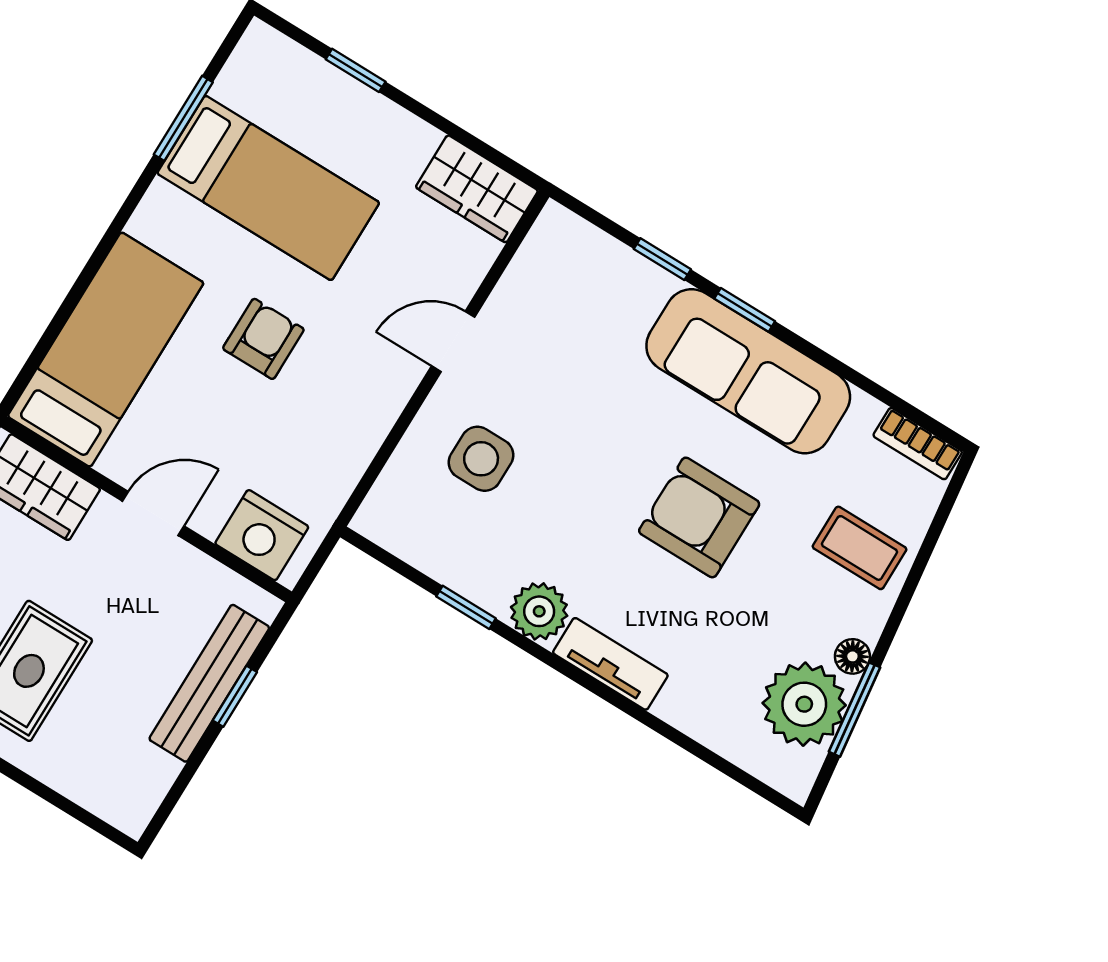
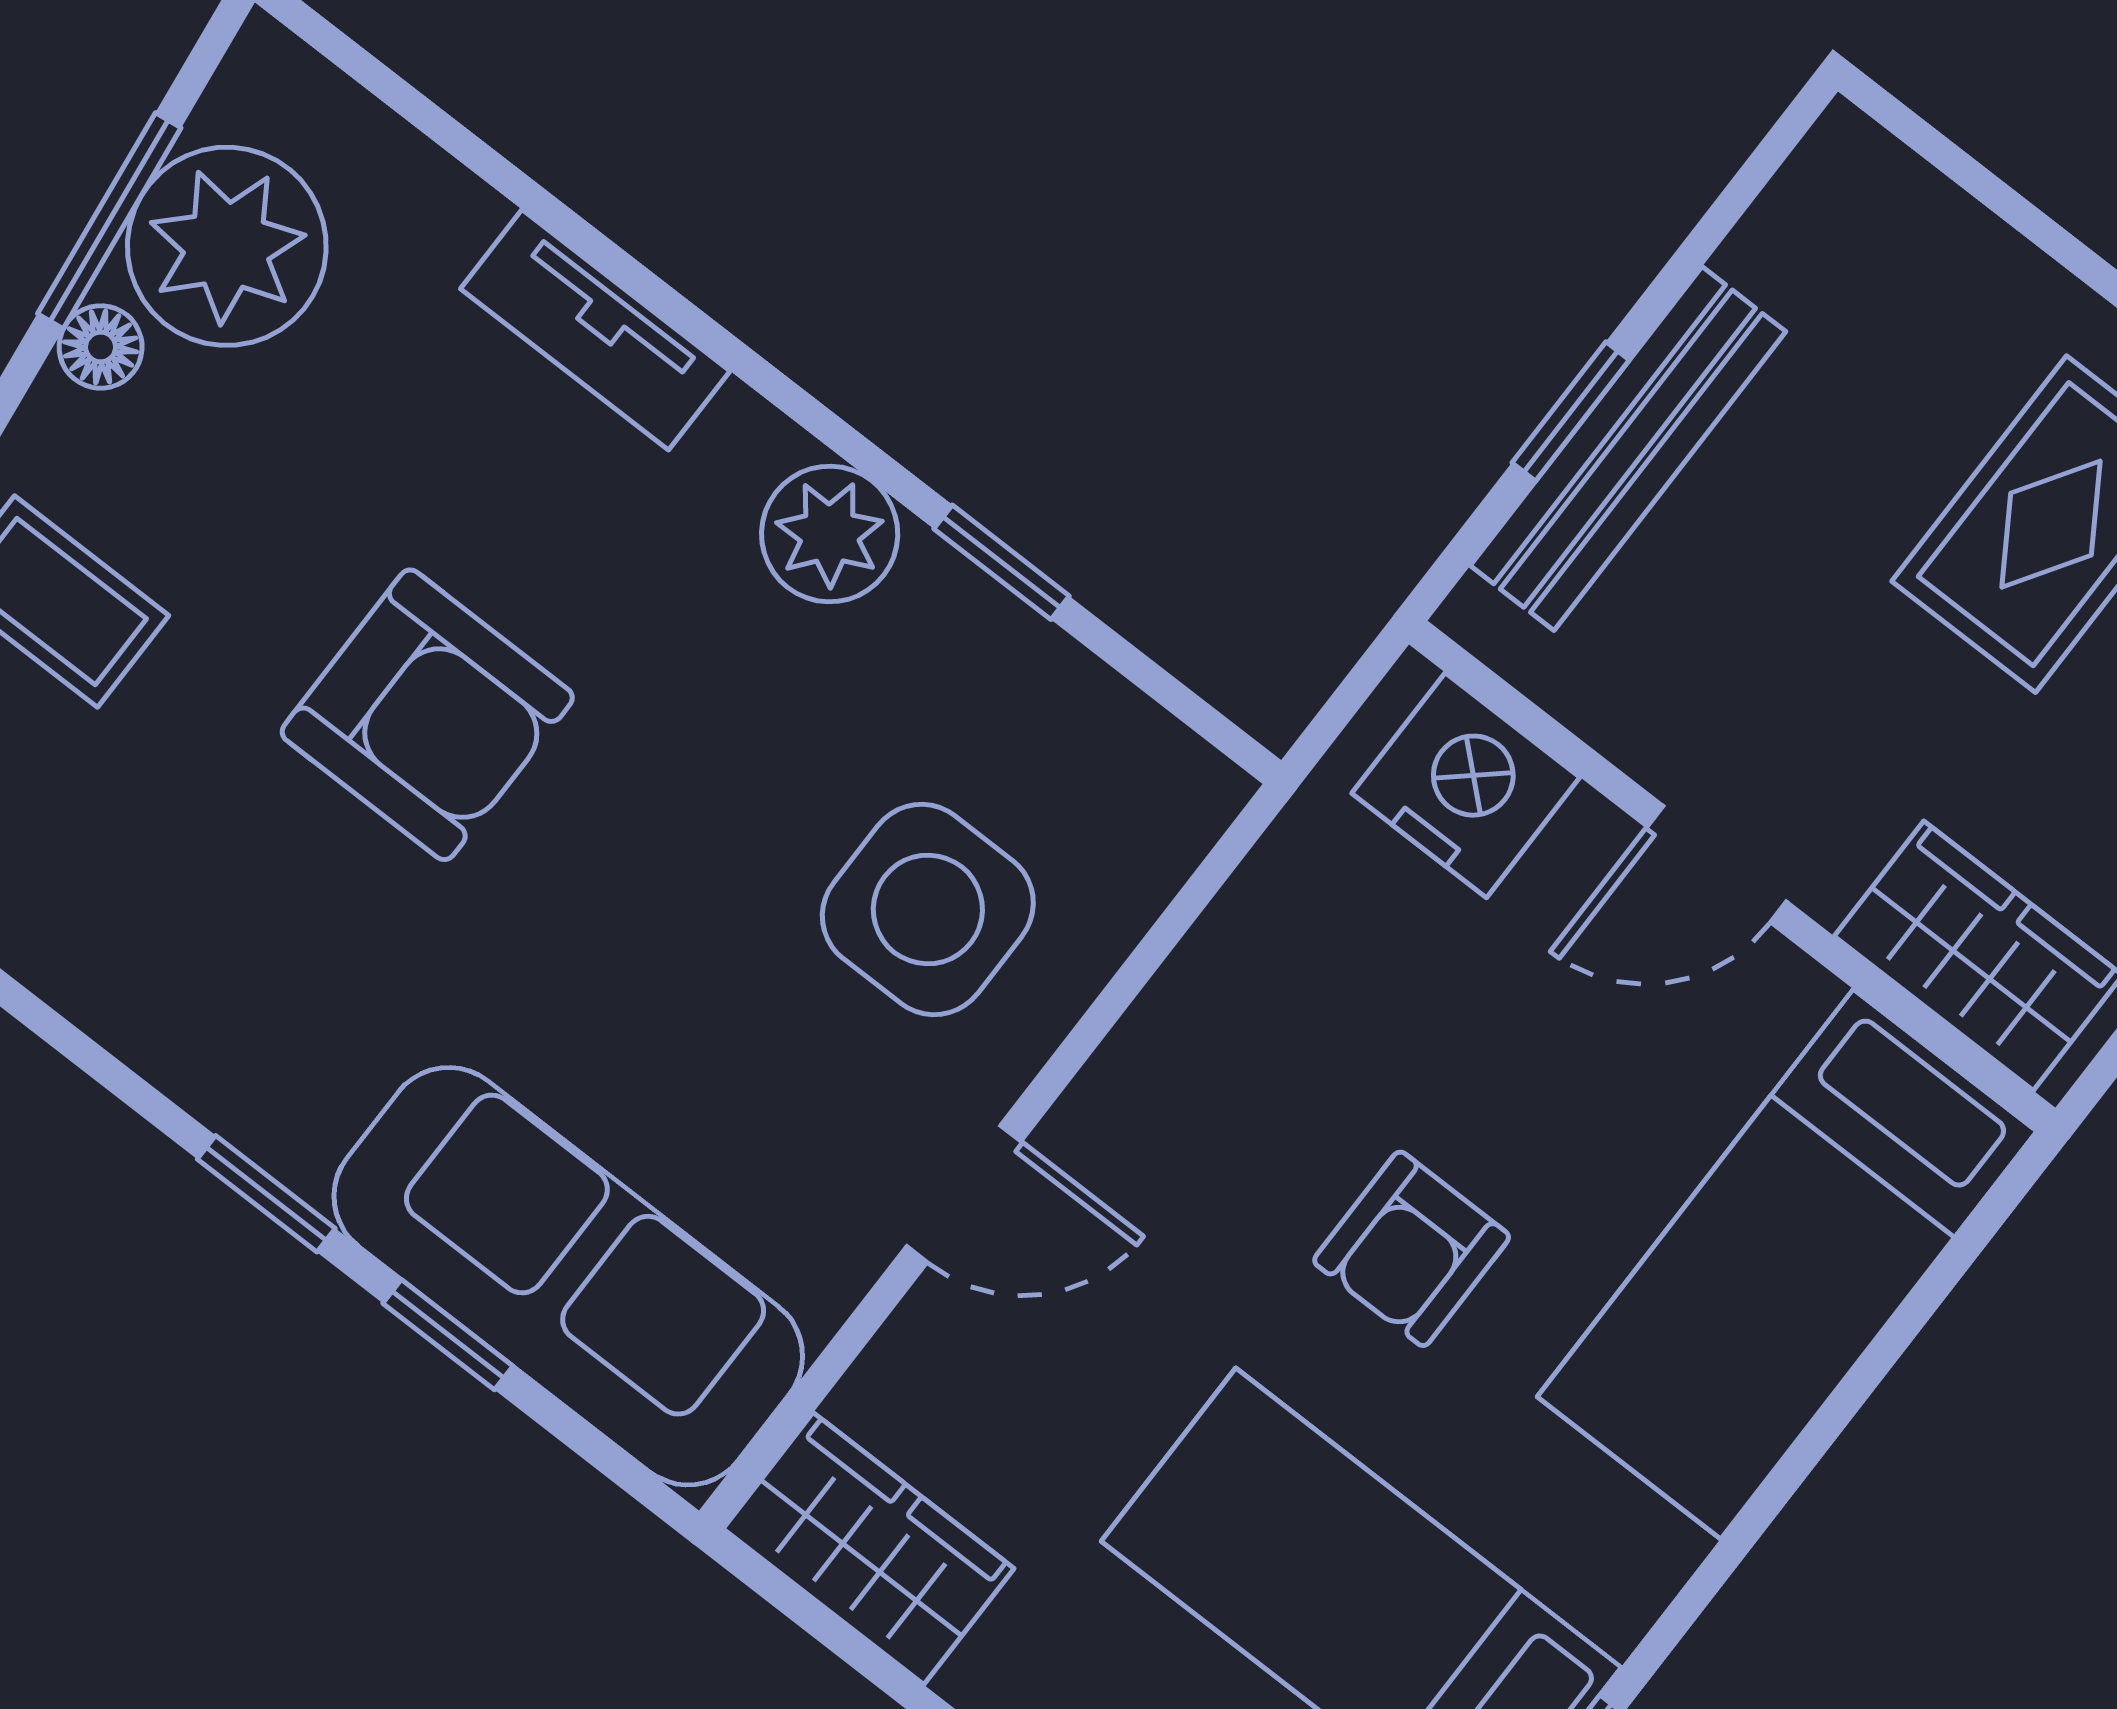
sofa: (748, 371) -> (568, 1276), moved
side table: (481, 459) -> (928, 910), width x1.37, depth x1.37
tv unit: (610, 664) -> (595, 330), moved

